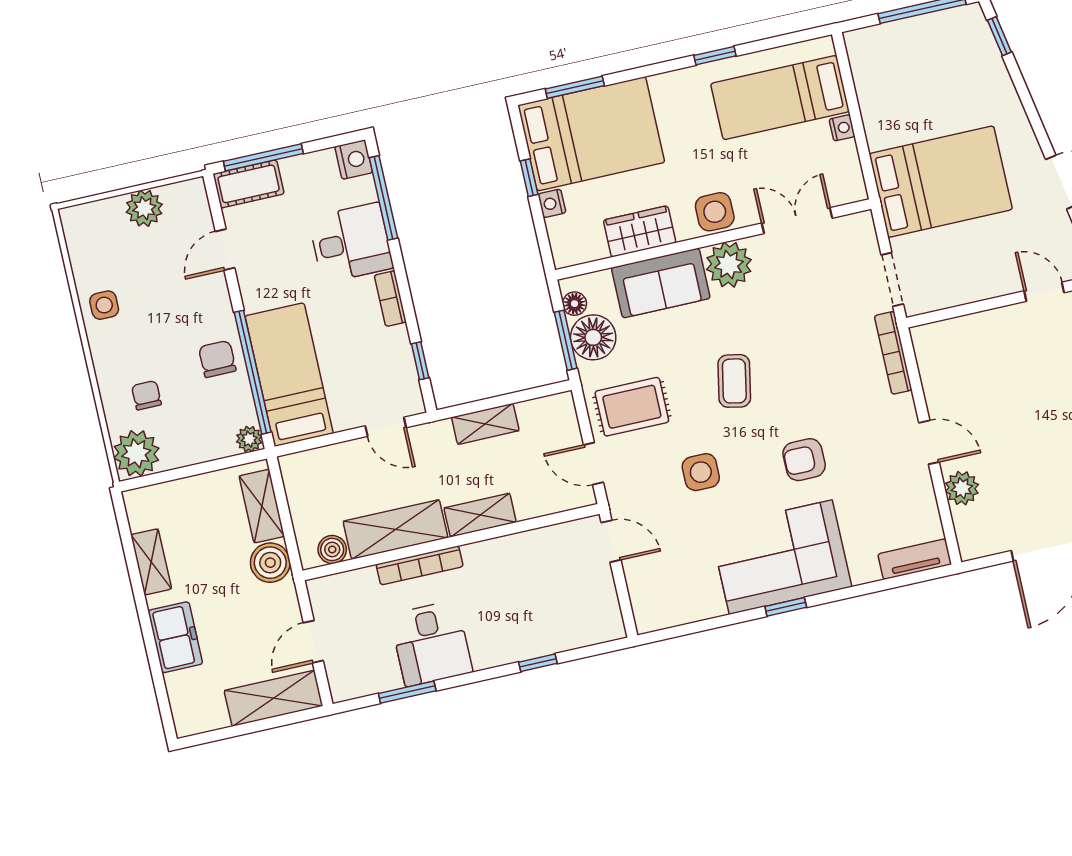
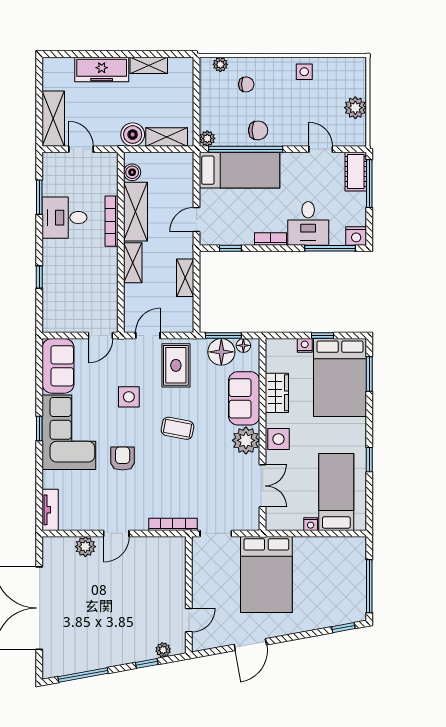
plant: (136, 453) -> (220, 64), width x0.53, depth x0.53
sofa: (676, 599) -> (58, 366), added
freezer: (175, 637) -> (102, 69), width x1.40

